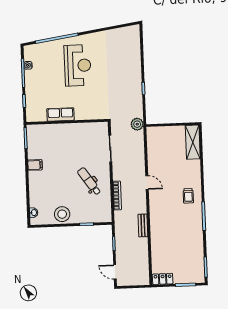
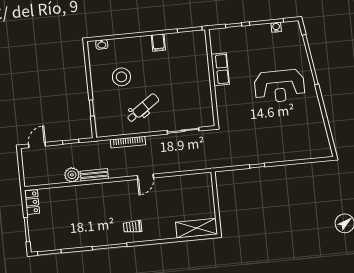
plant: (137, 124) -> (72, 175), moved
stool: (62, 214) -> (121, 77), moved

